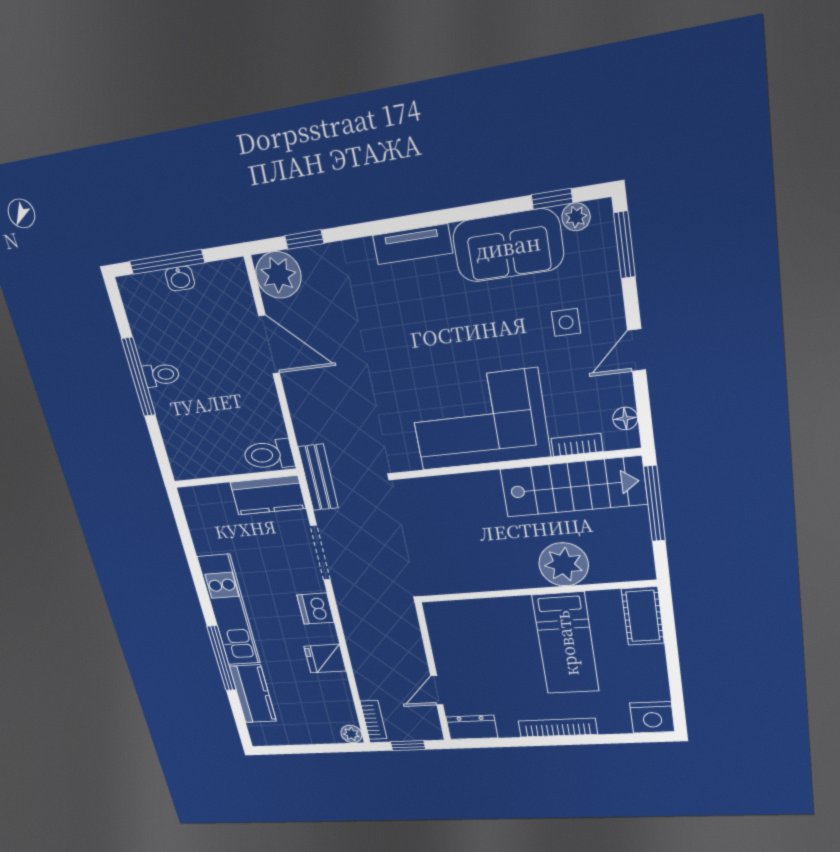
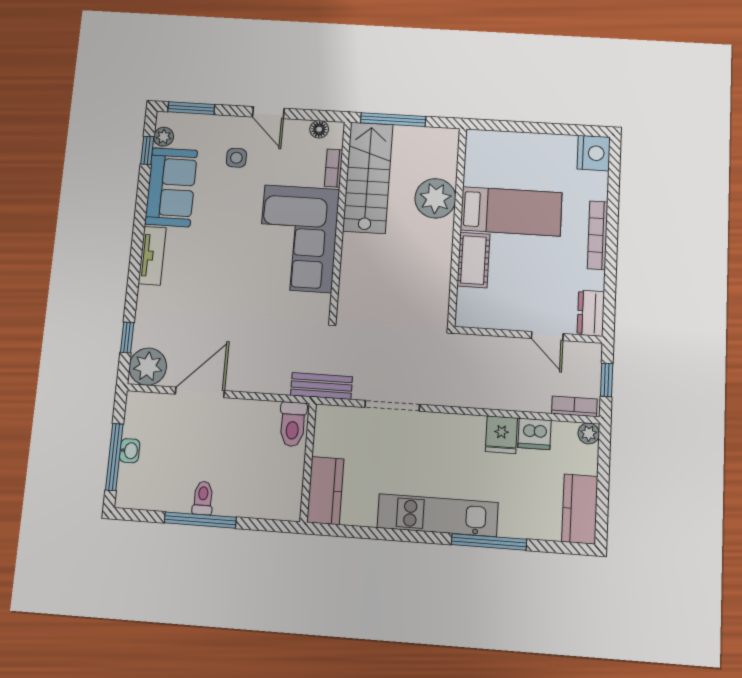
kitchen counter: (268, 495) -> (325, 491), moved
dishwasher: (315, 609) -> (535, 434), moved
cot: (643, 616) -> (473, 260), moved, turned 90
kitchen counter: (253, 694) -> (580, 509), moved, turned -90

